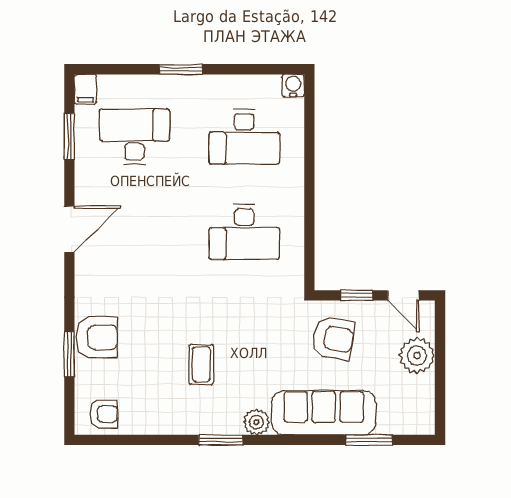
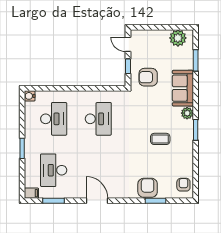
door: (403, 295) -> (128, 44), swing flipped
armchair: (333, 338) -> (148, 77), turned -100
plant: (417, 356) -> (178, 38), moved
sofa: (324, 413) -> (183, 88), width x0.73

